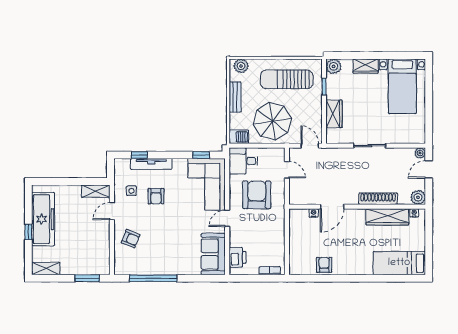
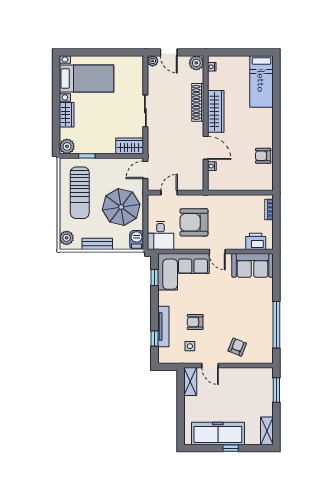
wardrobe: (334, 114) -> (130, 146), moved
armchair: (156, 196) -> (195, 322), turned 180
wardrobe: (387, 217) -> (216, 111), moved

